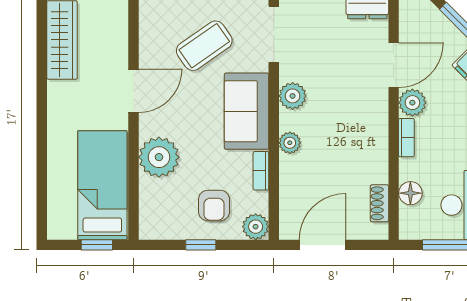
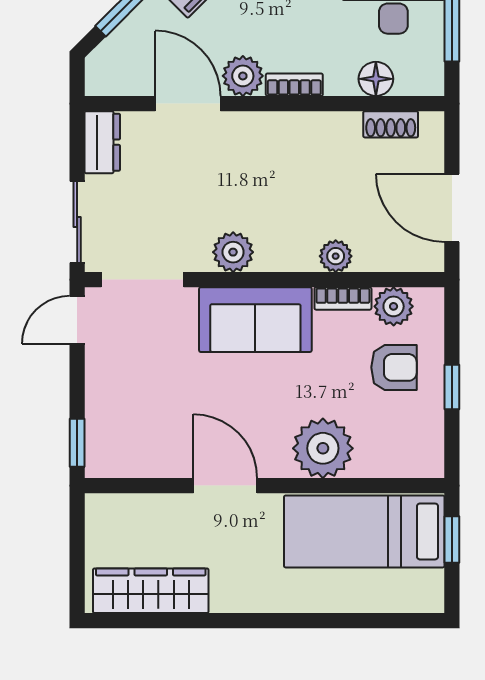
coffee table: (204, 46) -> (159, 382), removed
plant: (290, 143) -> (336, 256), moved
plant: (256, 227) -> (394, 306), moved

